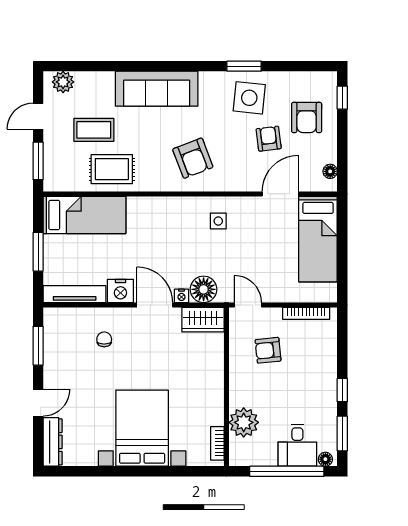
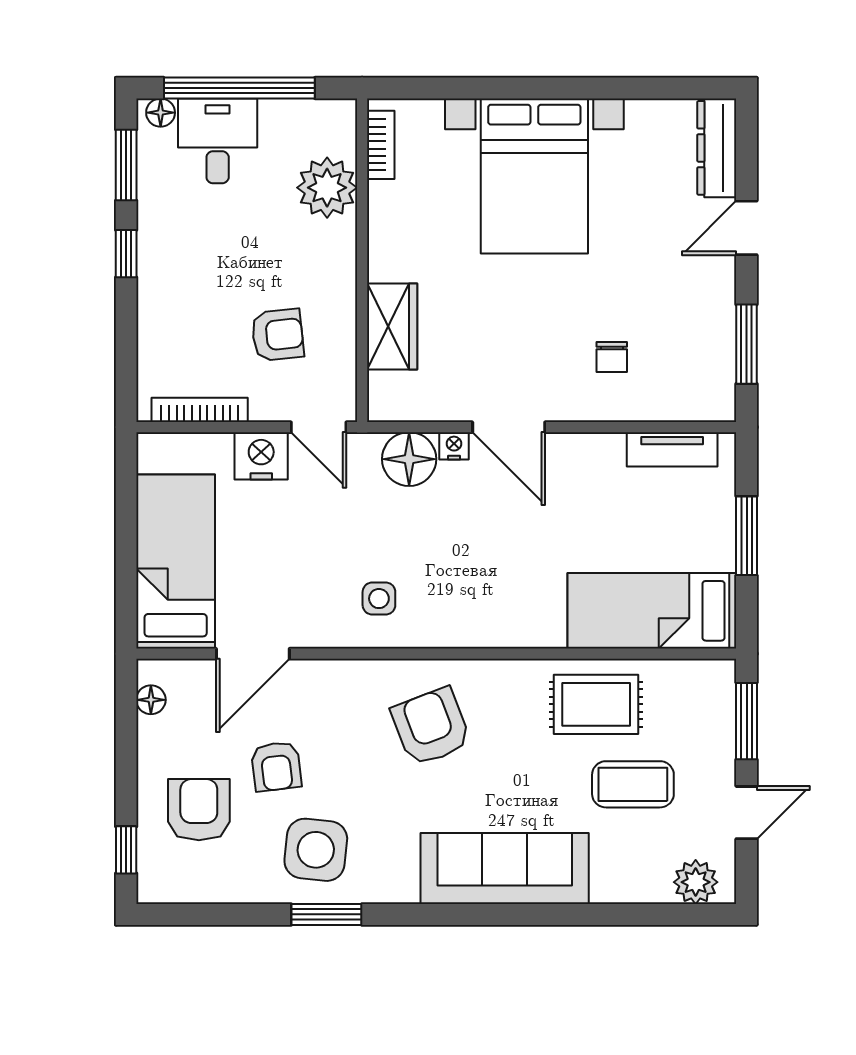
nightstand: (120, 291) -> (261, 456), moved
tv unit: (75, 294) -> (672, 449), width x0.71
wardrobe: (203, 320) -> (392, 326), moved, turned 90

